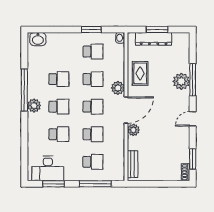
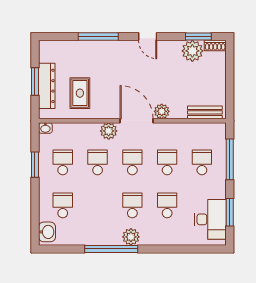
rug: (140, 73) -> (80, 93), moved, turned 90
school desk: (59, 79) -> (63, 205), moved
plant: (181, 81) -> (192, 51), moved

